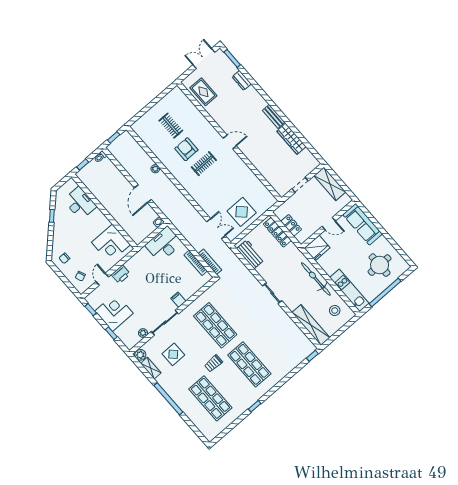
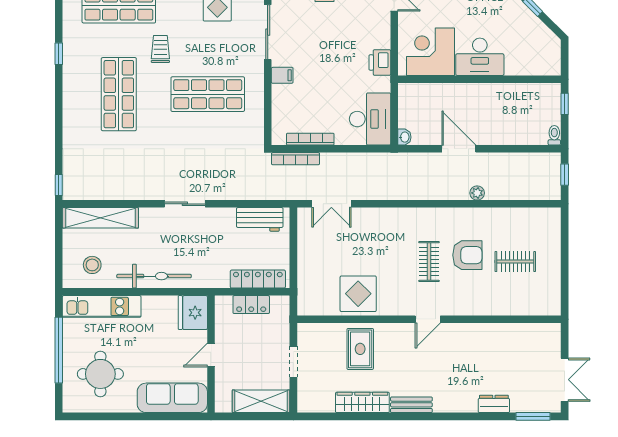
rug: (203, 92) -> (360, 349), moved, turned 90
desk: (80, 203) -> (480, 57), moved
display table: (242, 212) -> (358, 294), moved
printer: (121, 274) -> (380, 62), moved
shop shelf: (249, 364) -> (119, 94), turned 90

